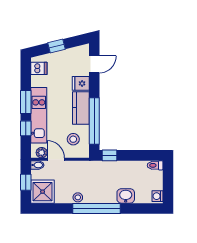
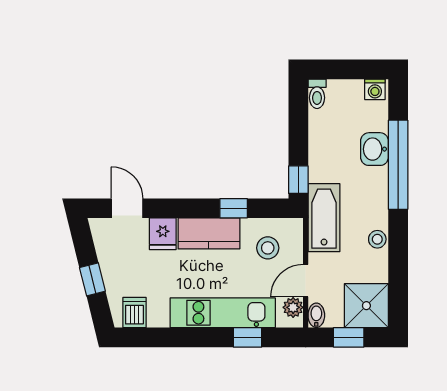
window: (26, 102) -> (198, 337), removed
window: (94, 121) -> (234, 208), width x0.32
bathtub: (89, 169) -> (324, 218), added
window: (97, 208) -> (398, 165), moved

